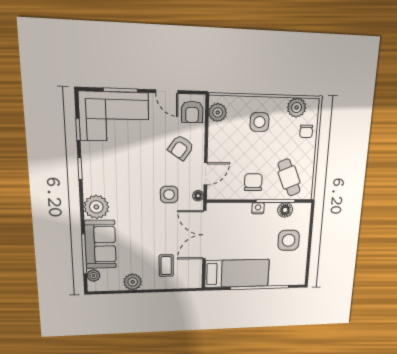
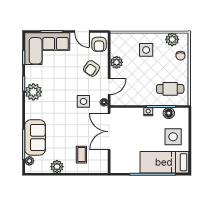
plant: (218, 112) -> (117, 62), moved
cafe table: (289, 177) -> (170, 89), turned -67
chair: (253, 182) -> (144, 92), removed
plant: (96, 207) -> (33, 92), moved
bed: (237, 273) -> (164, 162), moved, turned 180

